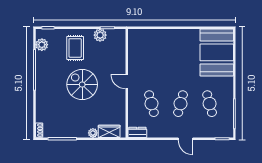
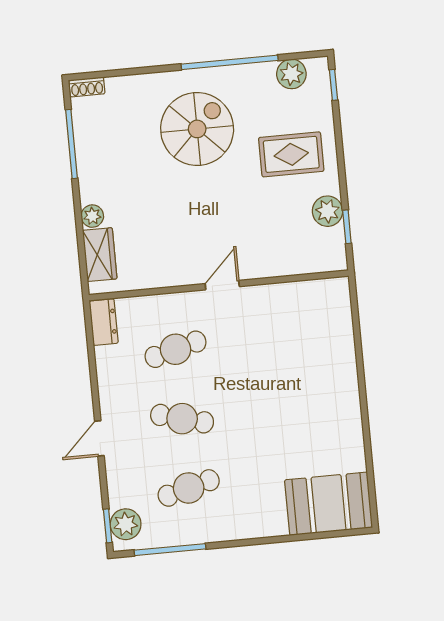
booth: (217, 52) -> (329, 504), width x0.73, depth x0.70
spiral stairs: (82, 85) -> (197, 129), moved
plant: (222, 131) -> (126, 524), added

